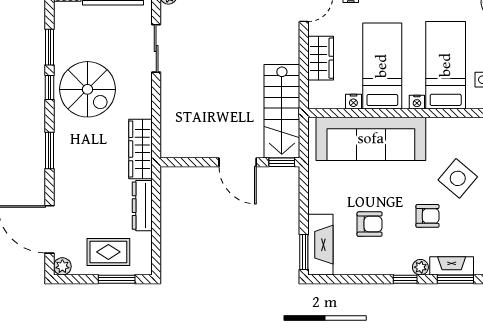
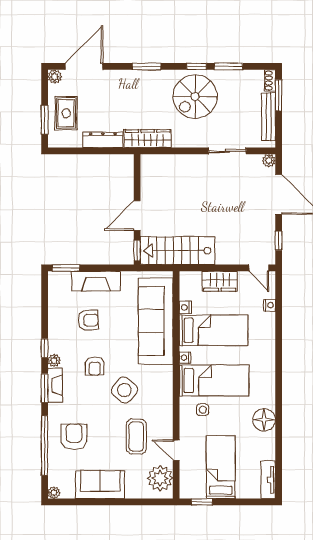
armchair: (370, 224) -> (88, 320), turned -92
fireplace: (320, 245) -> (96, 281), moved

